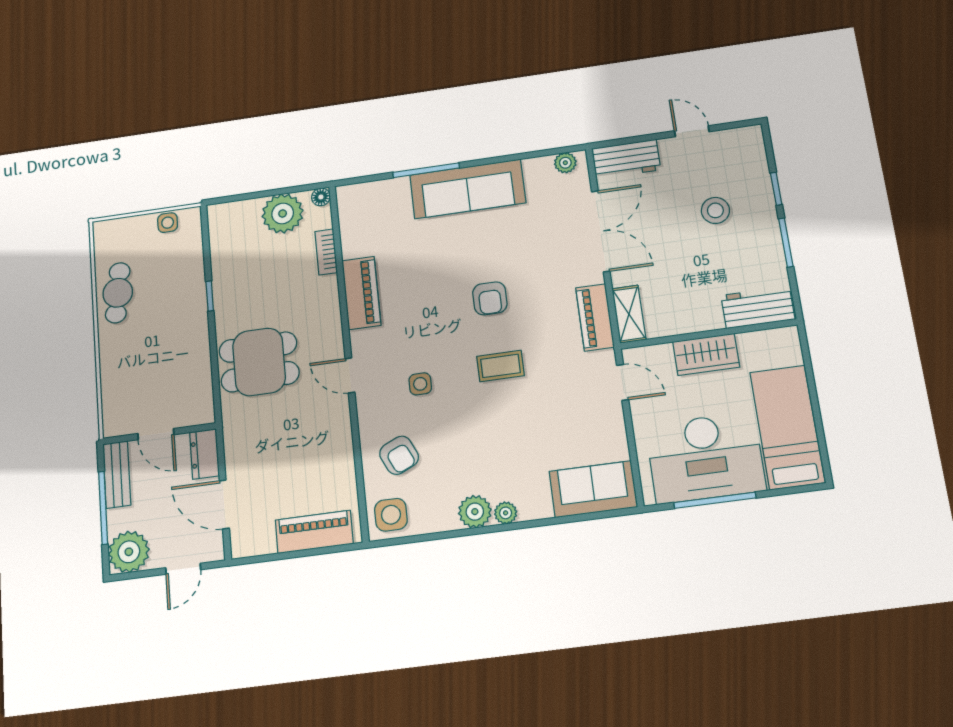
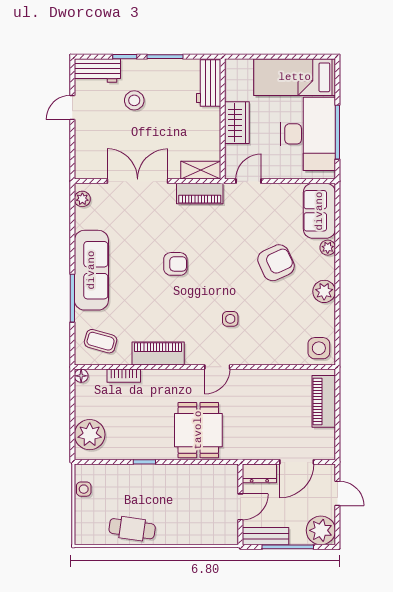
workbench: (626, 159) -> (97, 70), moved, turned 90
plant: (283, 213) -> (90, 435), moved
coffee table: (500, 366) -> (101, 341), moved, turned -74
armchair: (399, 455) -> (276, 263), moved, width x1.38, depth x1.38
plant: (506, 513) -> (328, 248), moved

